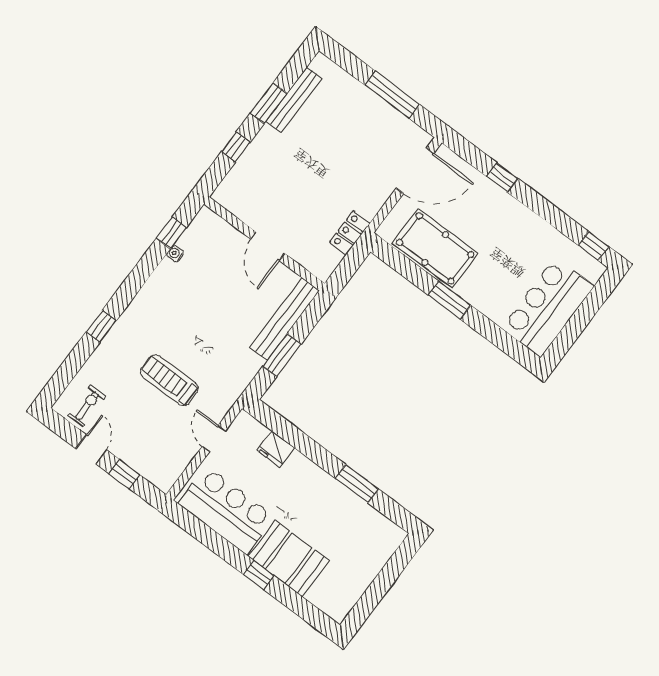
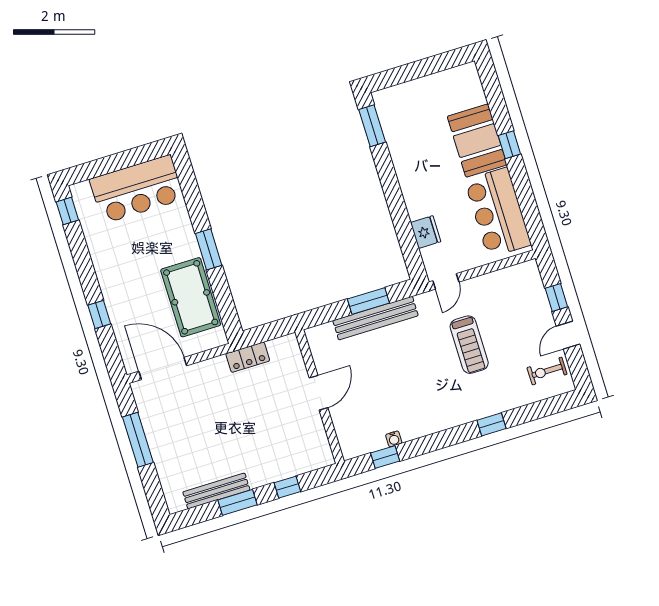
bench: (285, 319) -> (376, 318), moved
door: (214, 439) -> (446, 281), moved
window: (357, 484) -> (372, 126), moved

